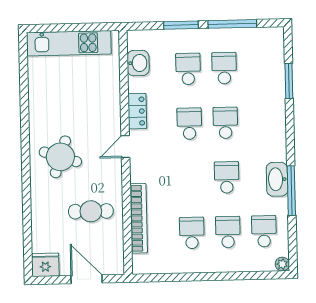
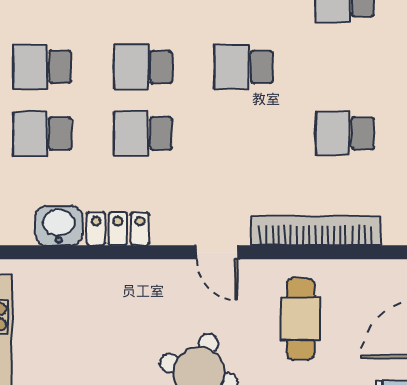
washbasin: (138, 63) -> (59, 225), moved
door: (125, 147) -> (217, 252), moved
school desk: (228, 232) -> (345, 67), removed

